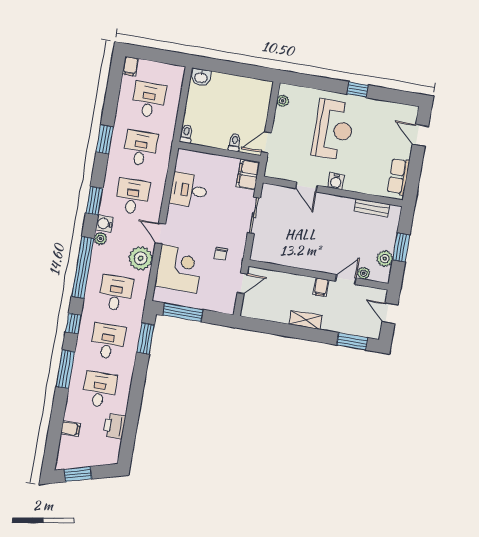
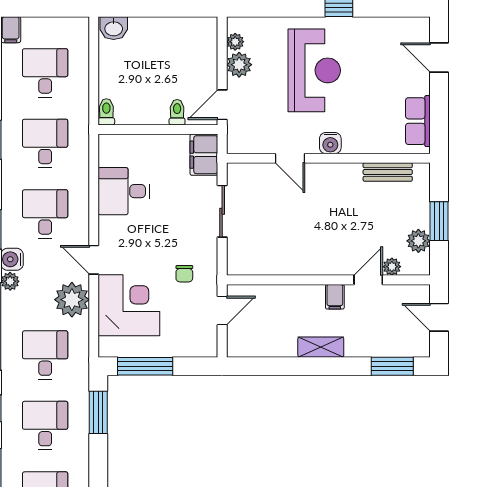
plant: (283, 117) -> (239, 65), added

